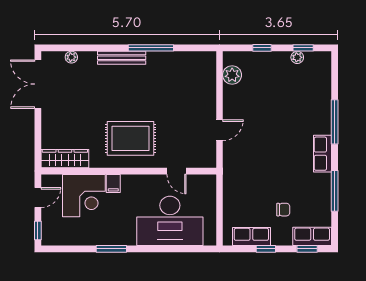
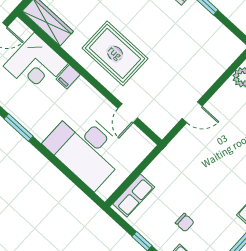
row of seats: (251, 237) -> (134, 196), moved, turned 90

